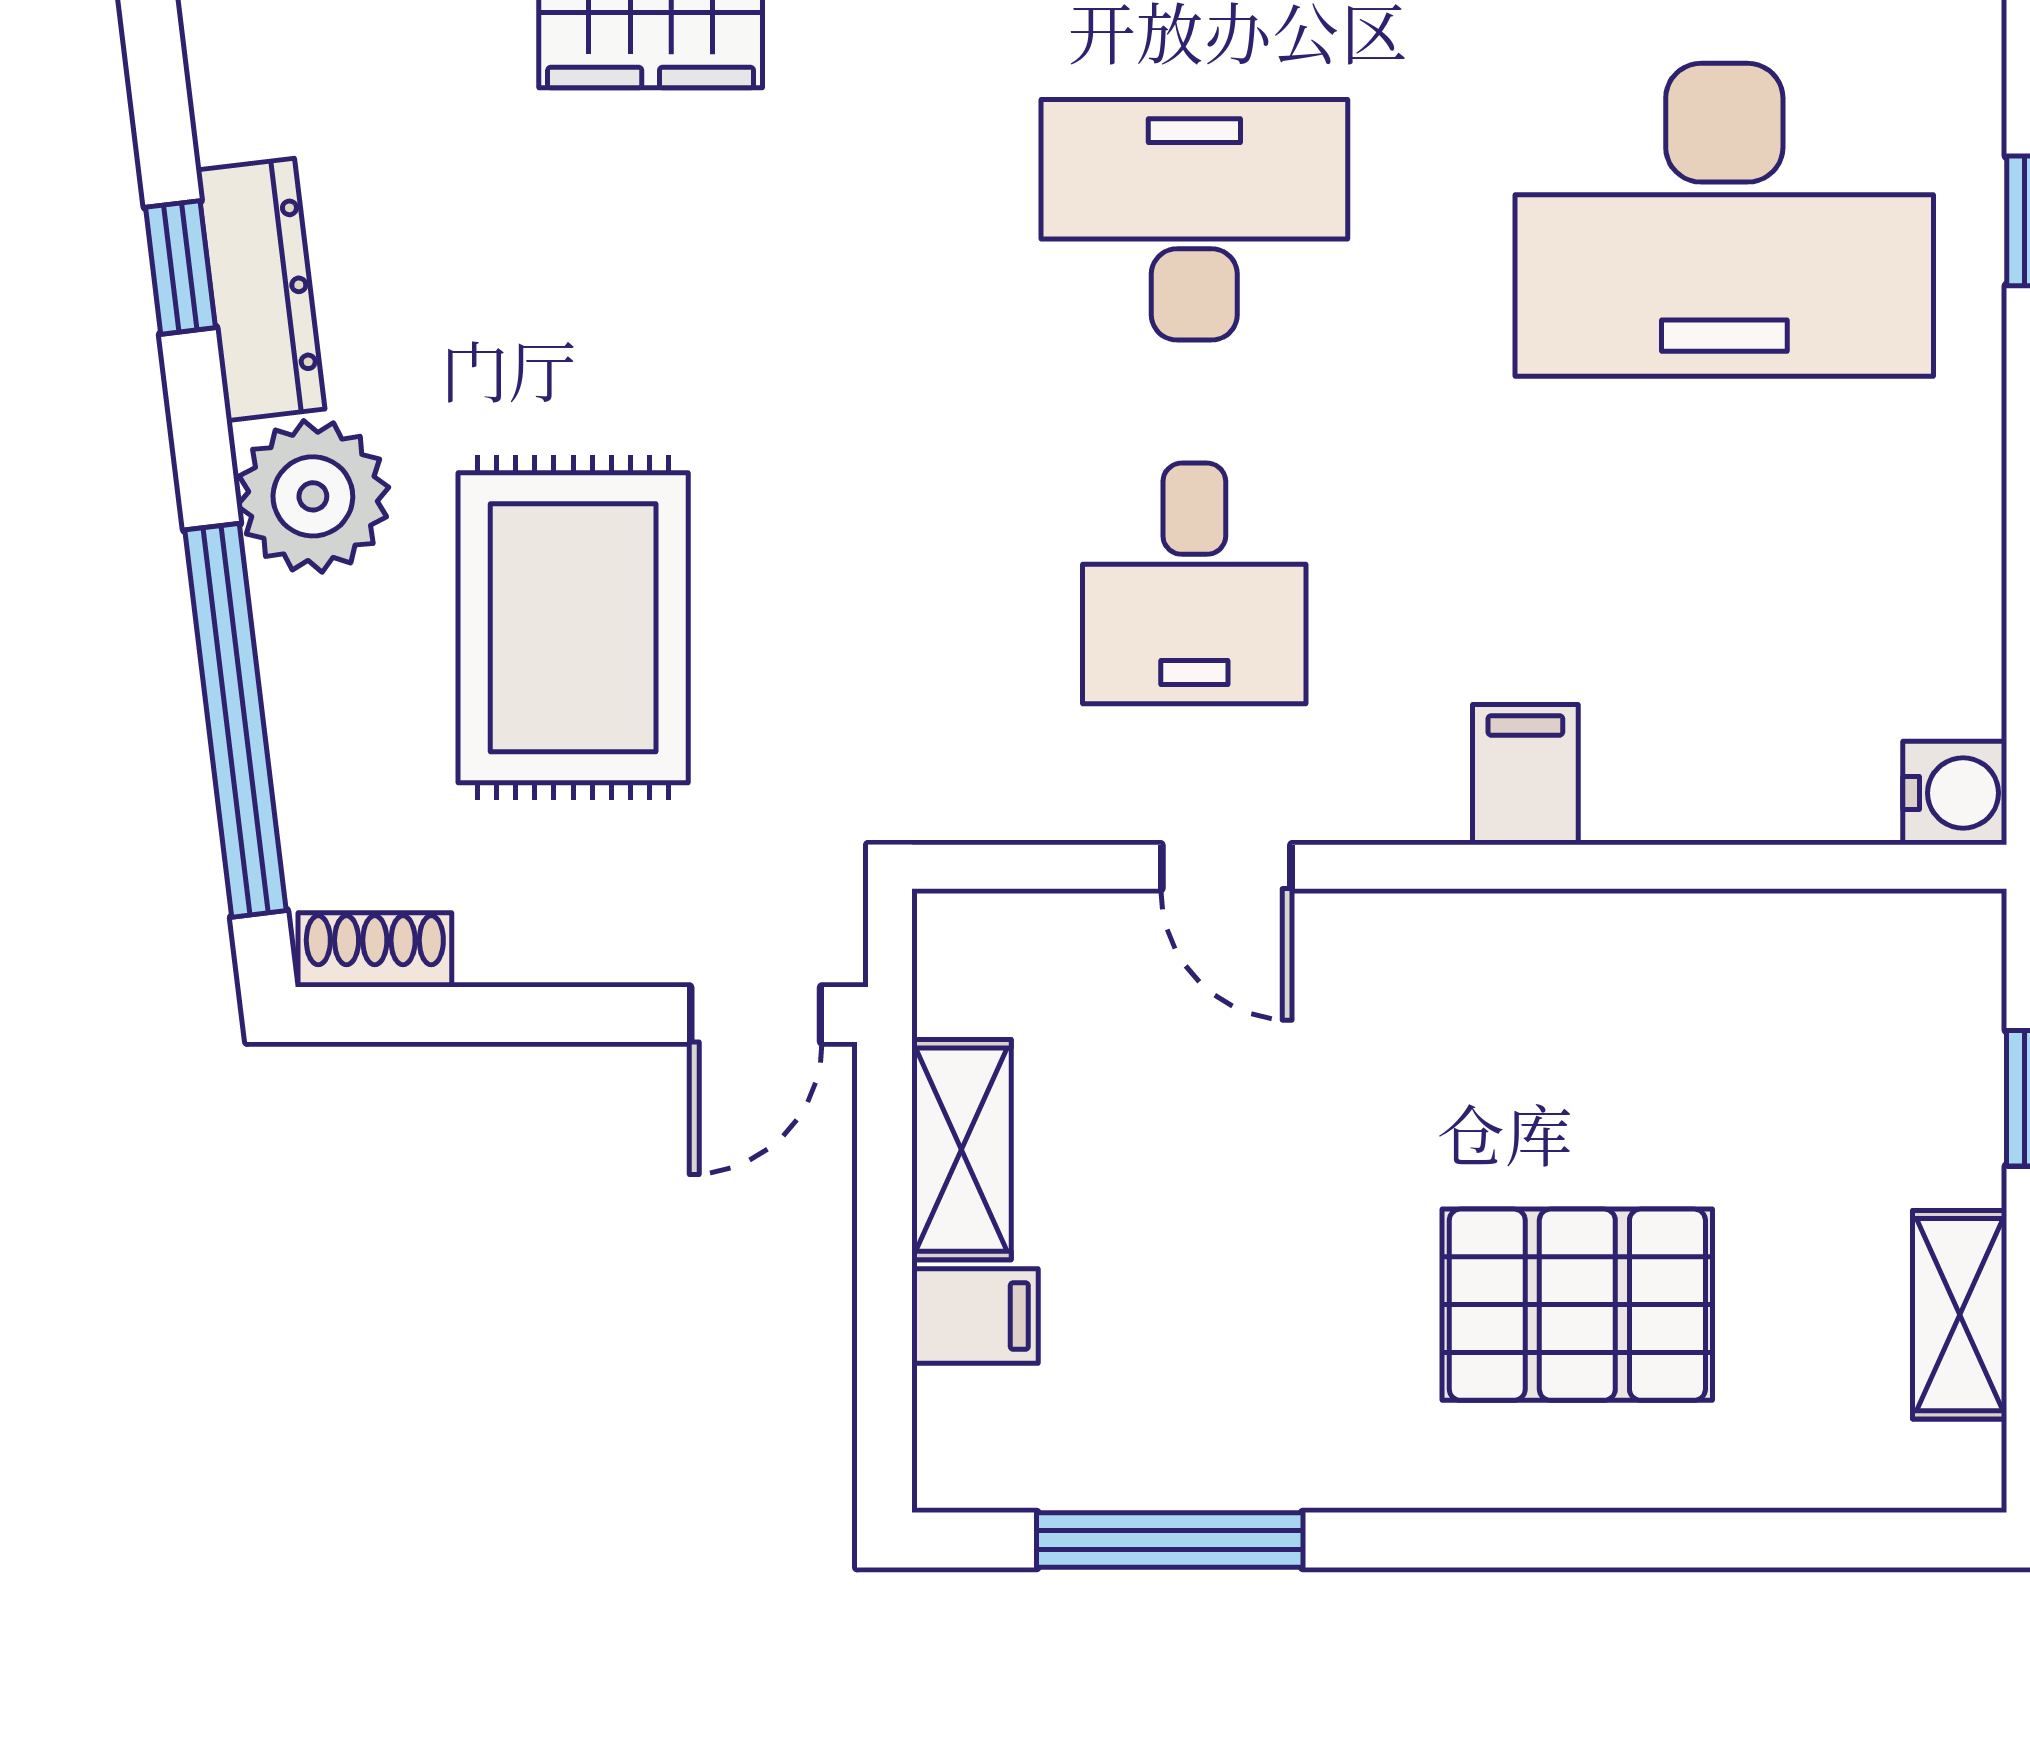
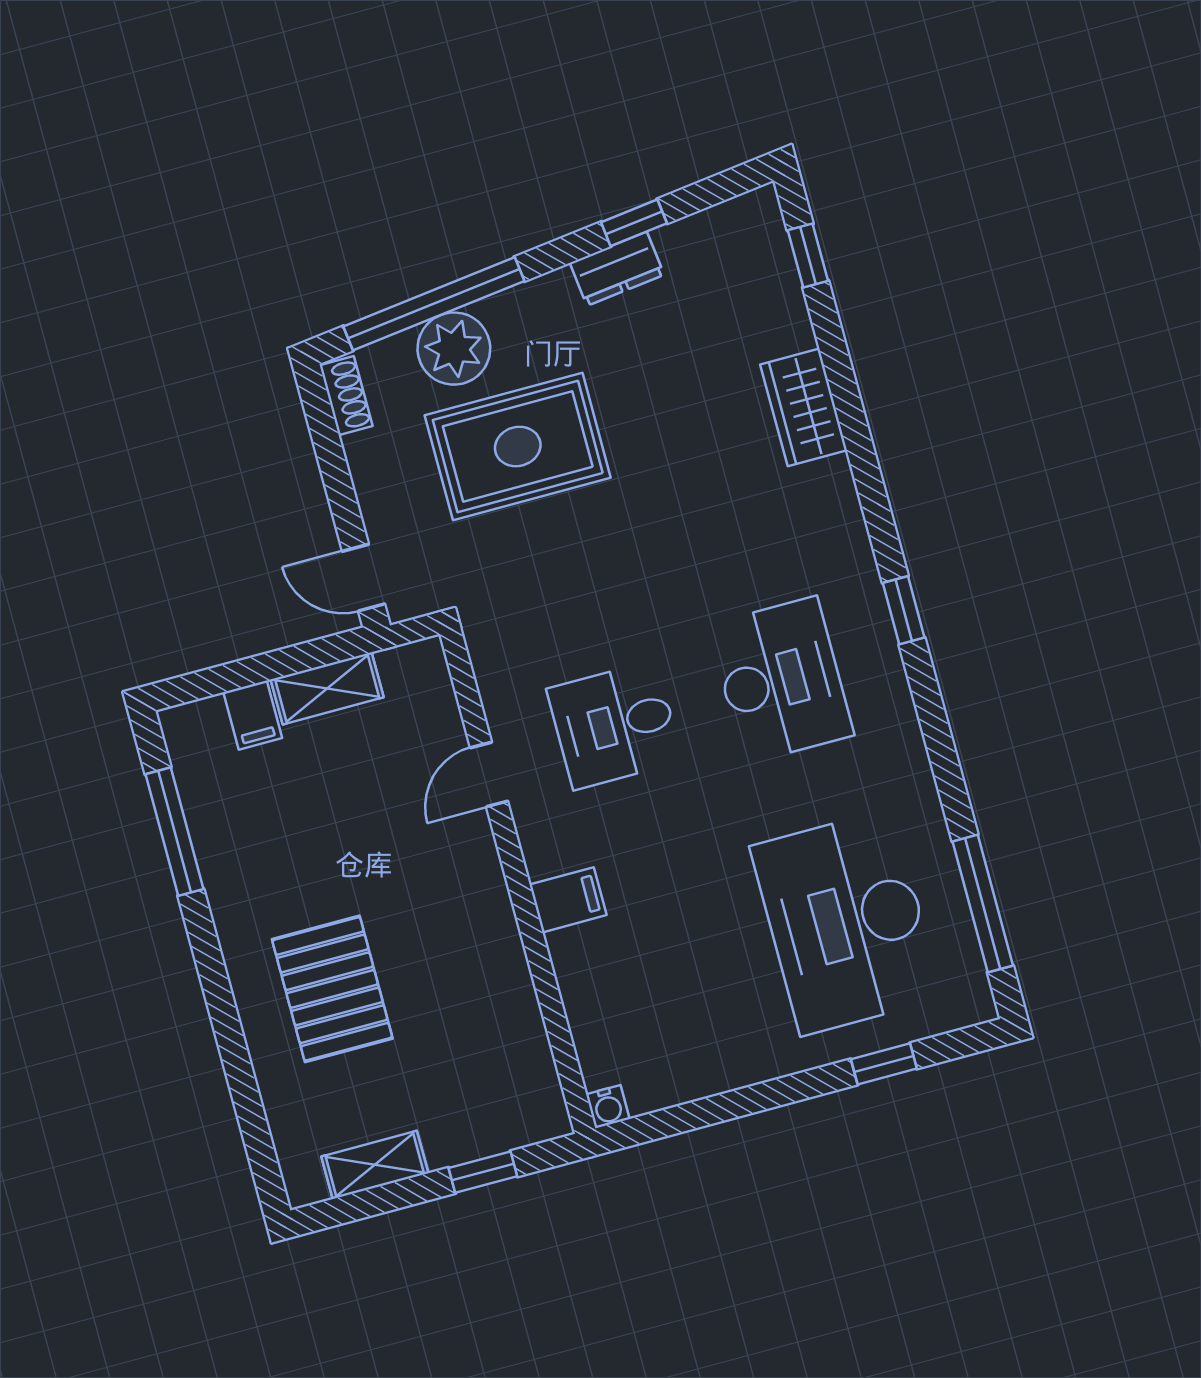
dresser: (261, 290) -> (617, 269), width x0.70
plant: (313, 496) -> (454, 349), moved
water cooler: (1955, 793) -> (608, 1107), width x0.72, depth x0.72

